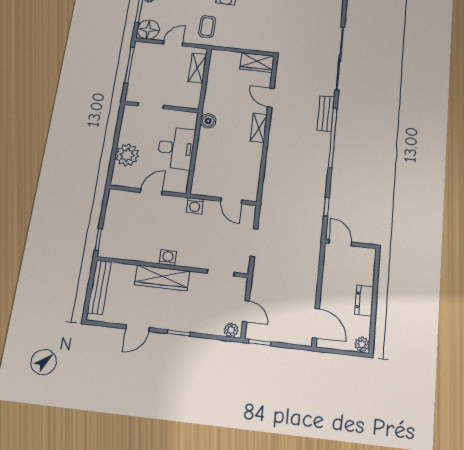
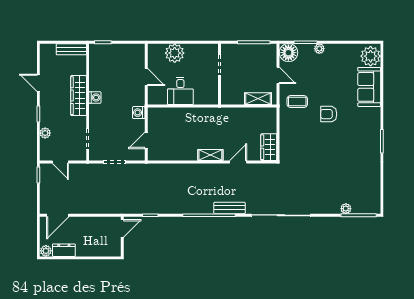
boiler: (208, 121) -> (212, 114), removed
desk: (176, 148) -> (180, 91), width x0.73
bench: (99, 287) -> (71, 49), width x0.73
dresser: (364, 301) -> (64, 250), moved
door: (246, 311) -> (60, 162), hinge flipped
plant: (231, 330) -> (45, 133), moved

